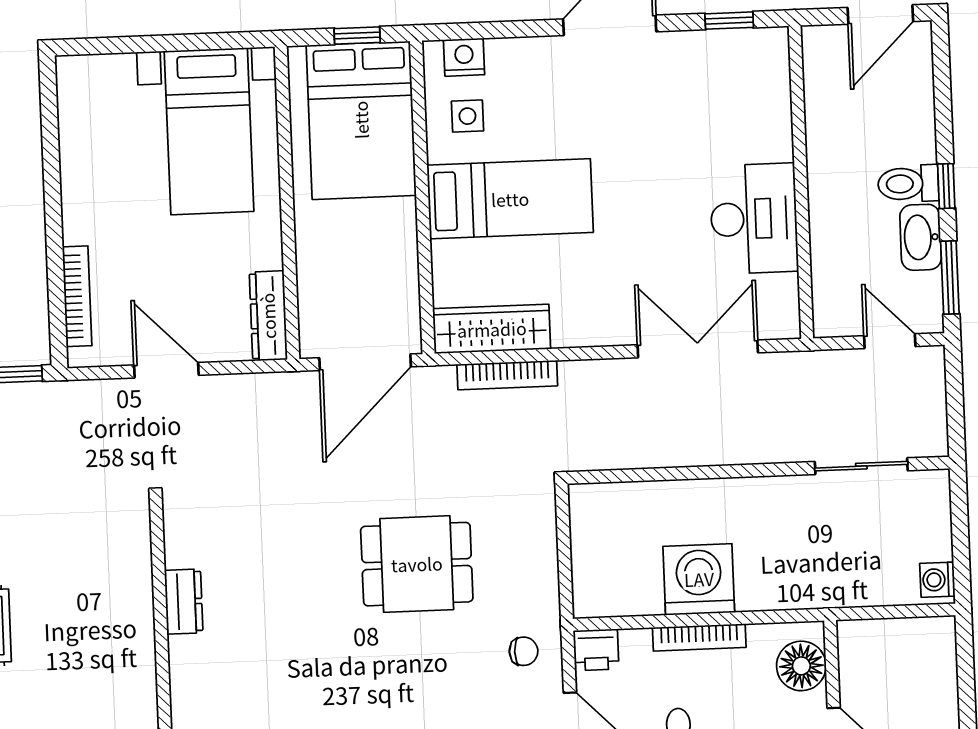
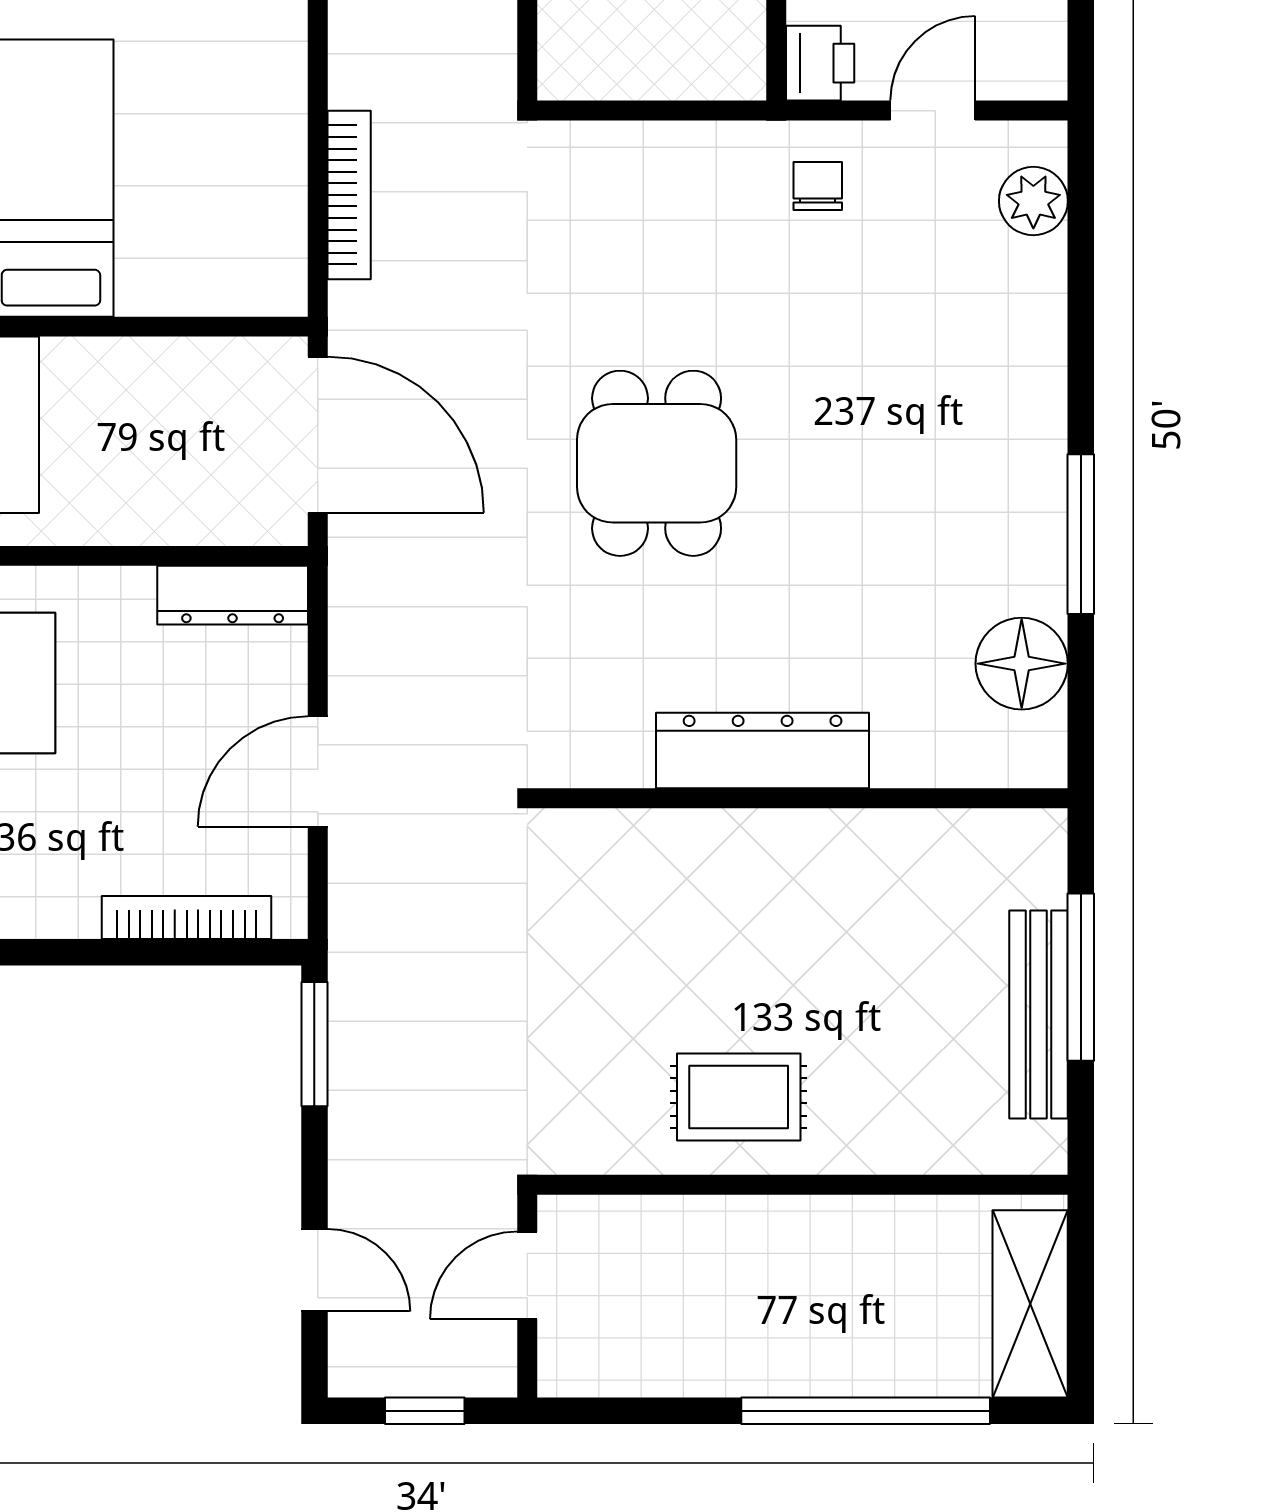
wardrobe: (492, 329) -> (270, 218), removed
dining table: (417, 564) -> (657, 463), moved
dresser: (184, 602) -> (763, 750), width x1.96, depth x1.24

